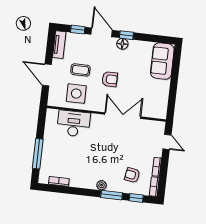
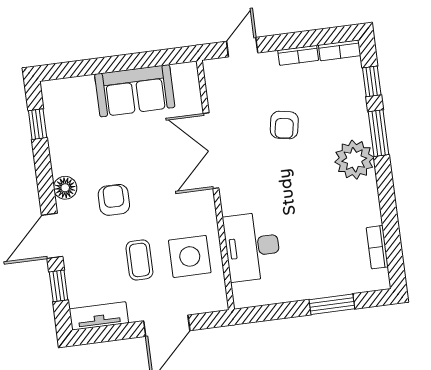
window: (126, 35) -> (38, 124), moved
sofa: (162, 61) -> (135, 91), moved
armchair: (110, 79) -> (114, 200), moved
window: (38, 154) -> (332, 304), width x0.69
armchair: (132, 175) -> (284, 125), moved
plant: (102, 185) -> (354, 160), width x1.88, depth x1.88

